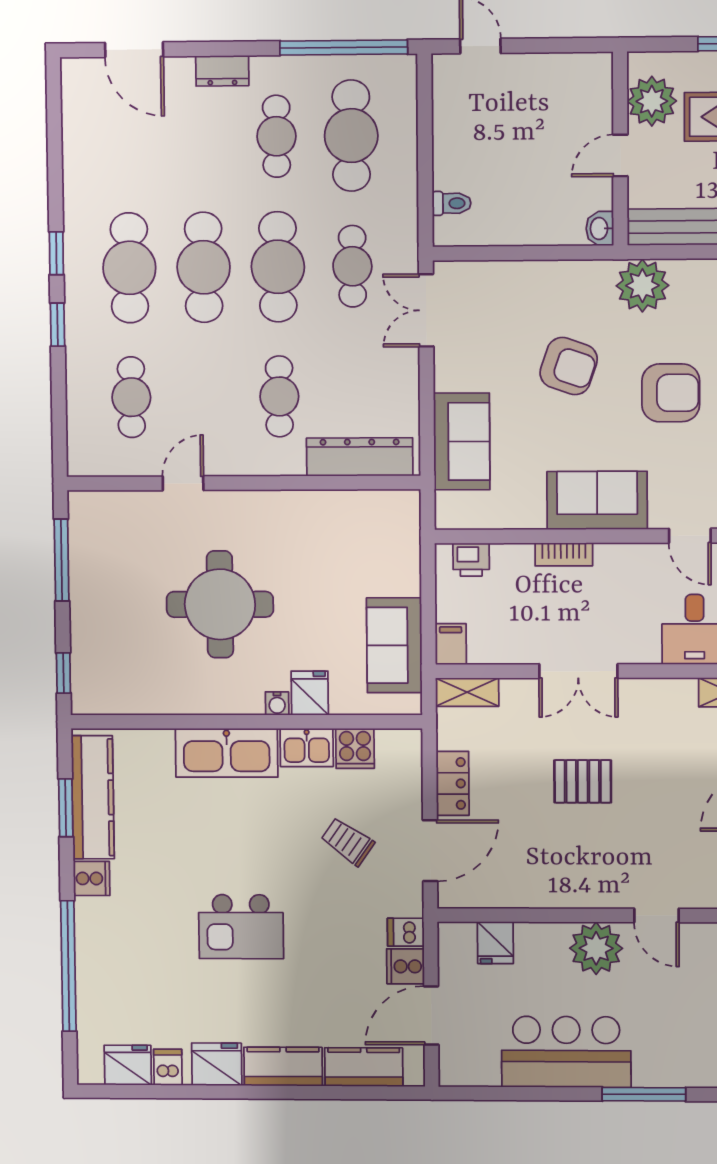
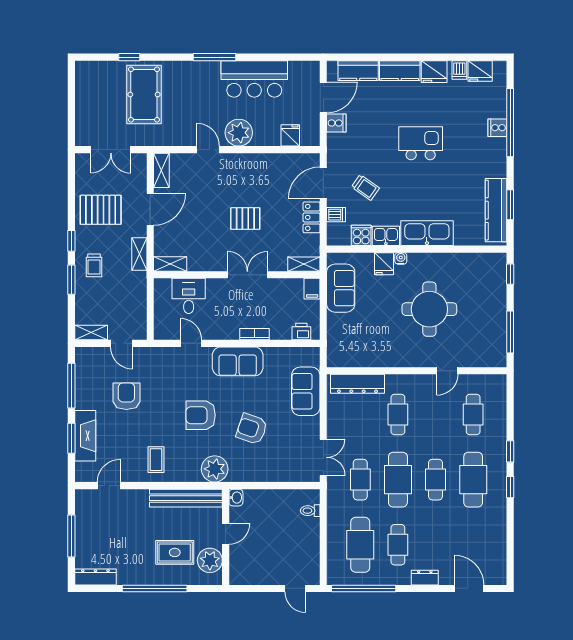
cafe table: (204, 267) -> (436, 480), width x0.73, depth x0.74
cooker: (92, 878) -> (497, 128), moved
dishwasher: (406, 932) -> (336, 215), moved

